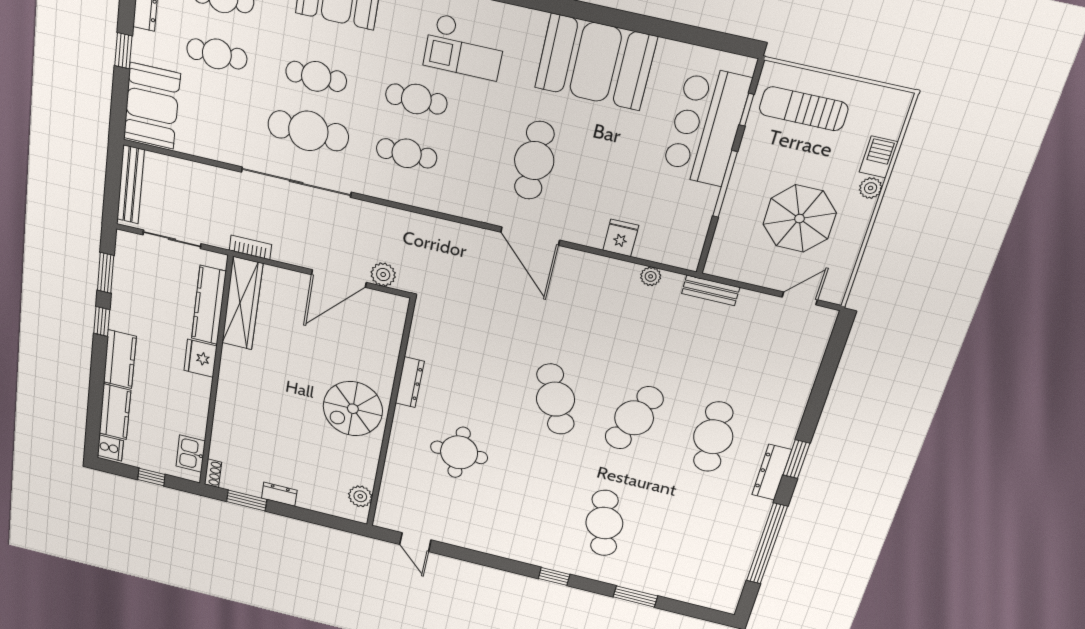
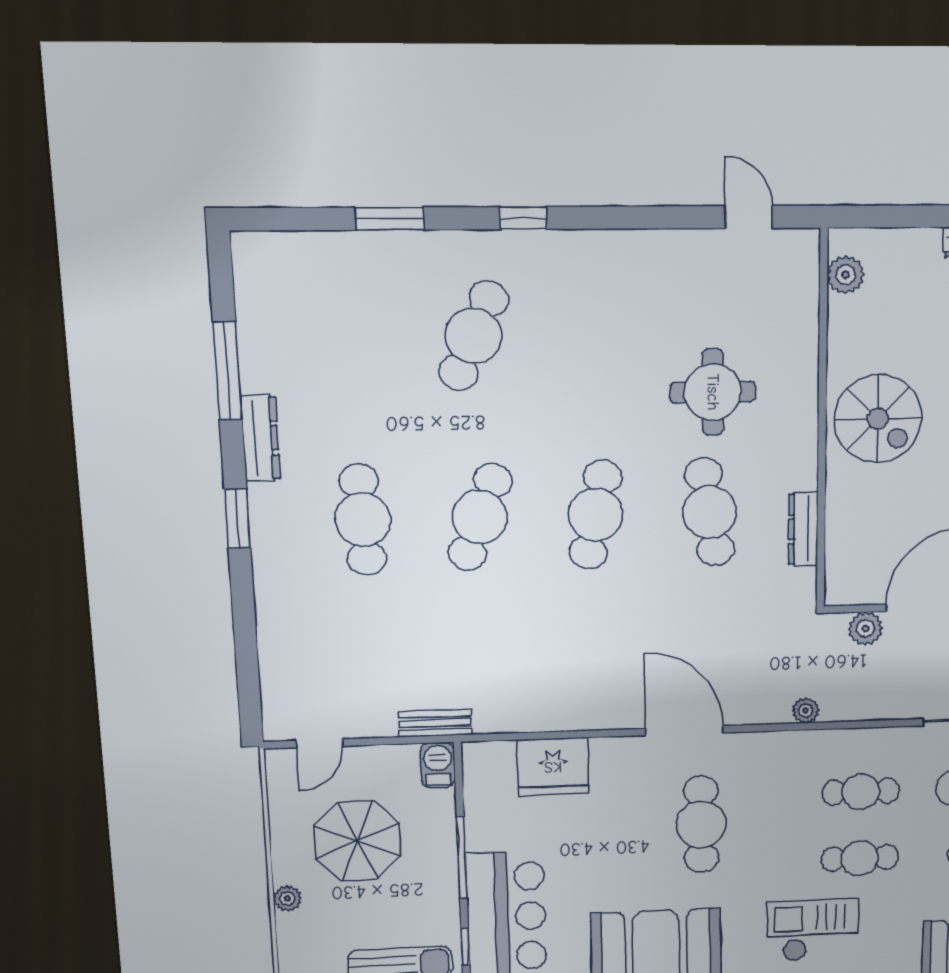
barbecue: (879, 157) -> (438, 765), moved, turned 180
fridge: (621, 238) -> (553, 767), width x1.88, depth x1.34
plant: (651, 276) -> (806, 711), moved
cafe table: (477, 381) -> (710, 512), added
dresser: (410, 382) -> (803, 529), moved
cafe table: (555, 399) -> (596, 515), turned 36
spiral stairs: (353, 409) -> (878, 419), turned 90
dresser: (772, 472) -> (260, 438), moved
cafe table: (604, 523) -> (474, 336), turned 36
window: (767, 544) -> (227, 371), width x0.68

